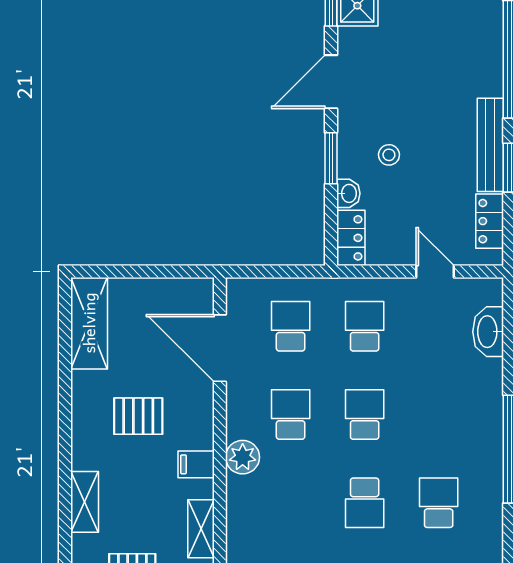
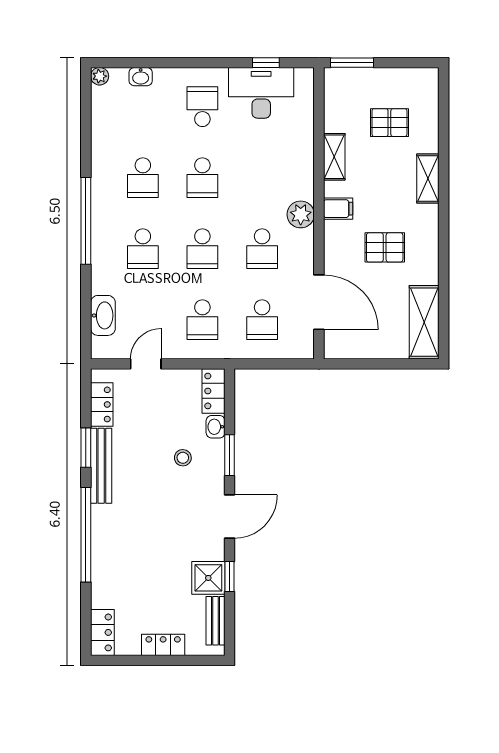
door: (435, 272) -> (146, 364), swing flipped
school desk: (439, 415) -> (143, 249), added
school desk: (365, 503) -> (202, 178), turned 180

